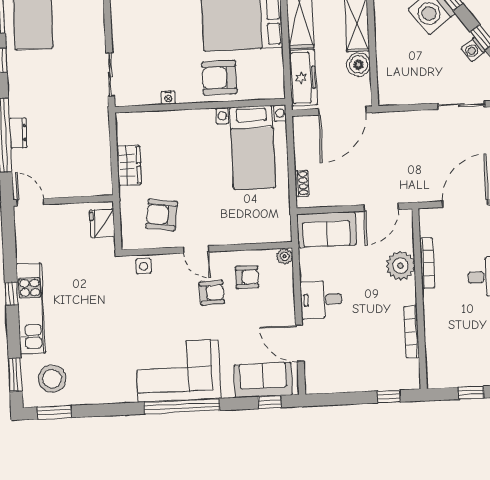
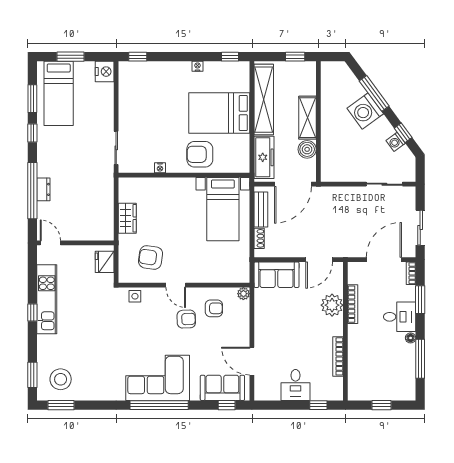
bench: (302, 146) -> (261, 209), added
desk: (321, 300) -> (296, 385), moved, turned -90
kitchen unit: (31, 309) -> (47, 299), moved

